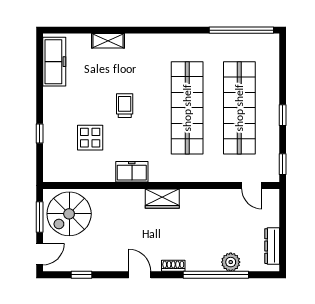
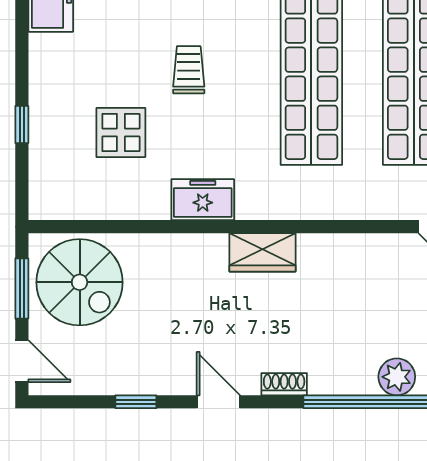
spiral stairs: (69, 214) -> (80, 282), turned -90
door: (40, 254) -> (22, 361), hinge flipped
window: (81, 275) -> (136, 402), moved

